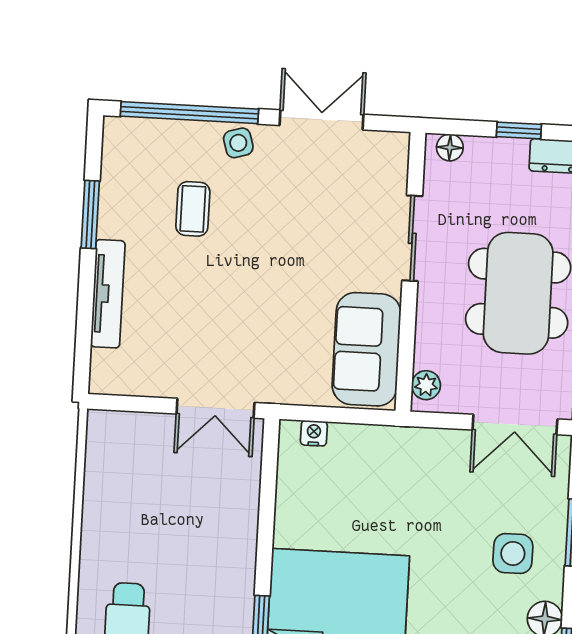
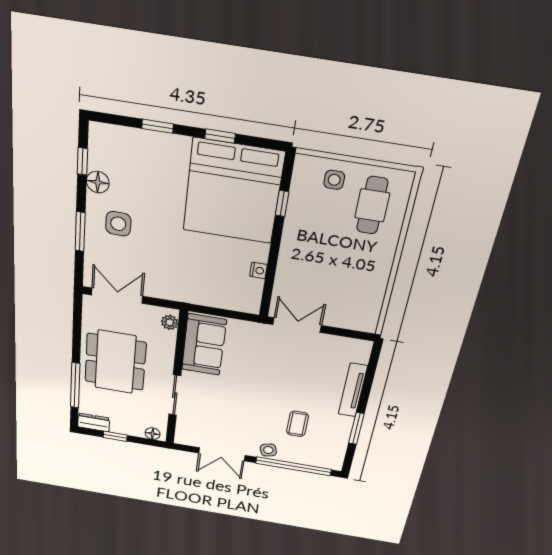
nightstand: (314, 433) -> (258, 270), moved, turned -90

